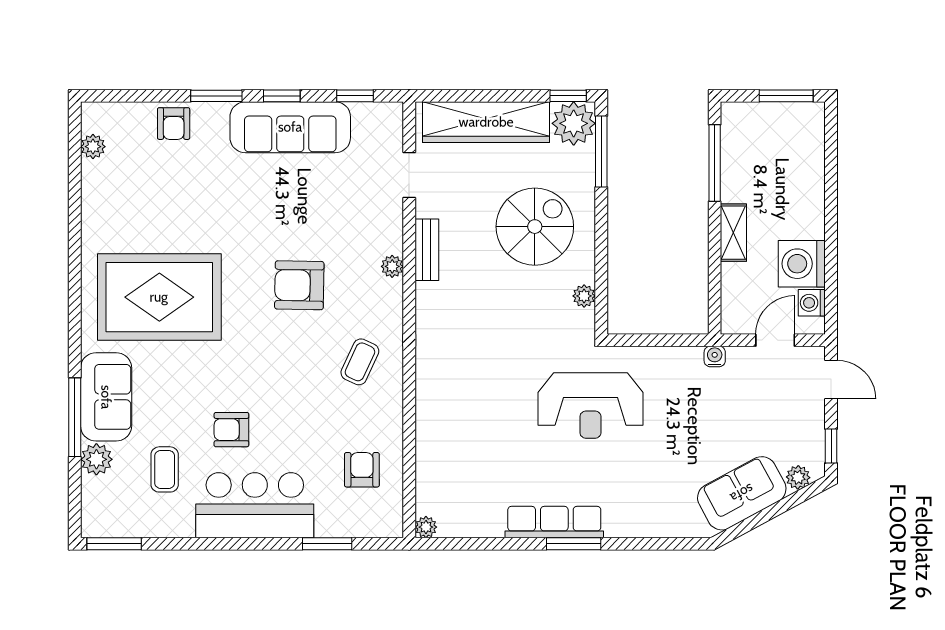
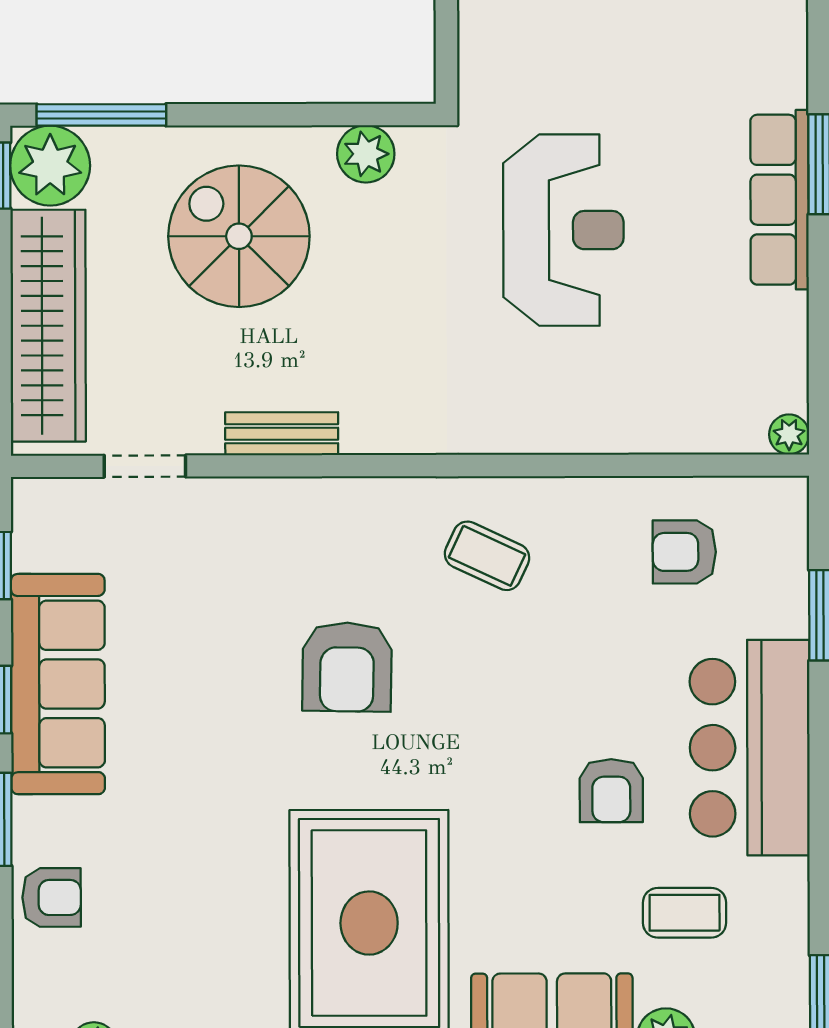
plant: (392, 266) -> (312, 497), removed
plant: (584, 296) -> (366, 154), width x1.38, depth x1.38
reception desk: (590, 406) -> (563, 230), moved

